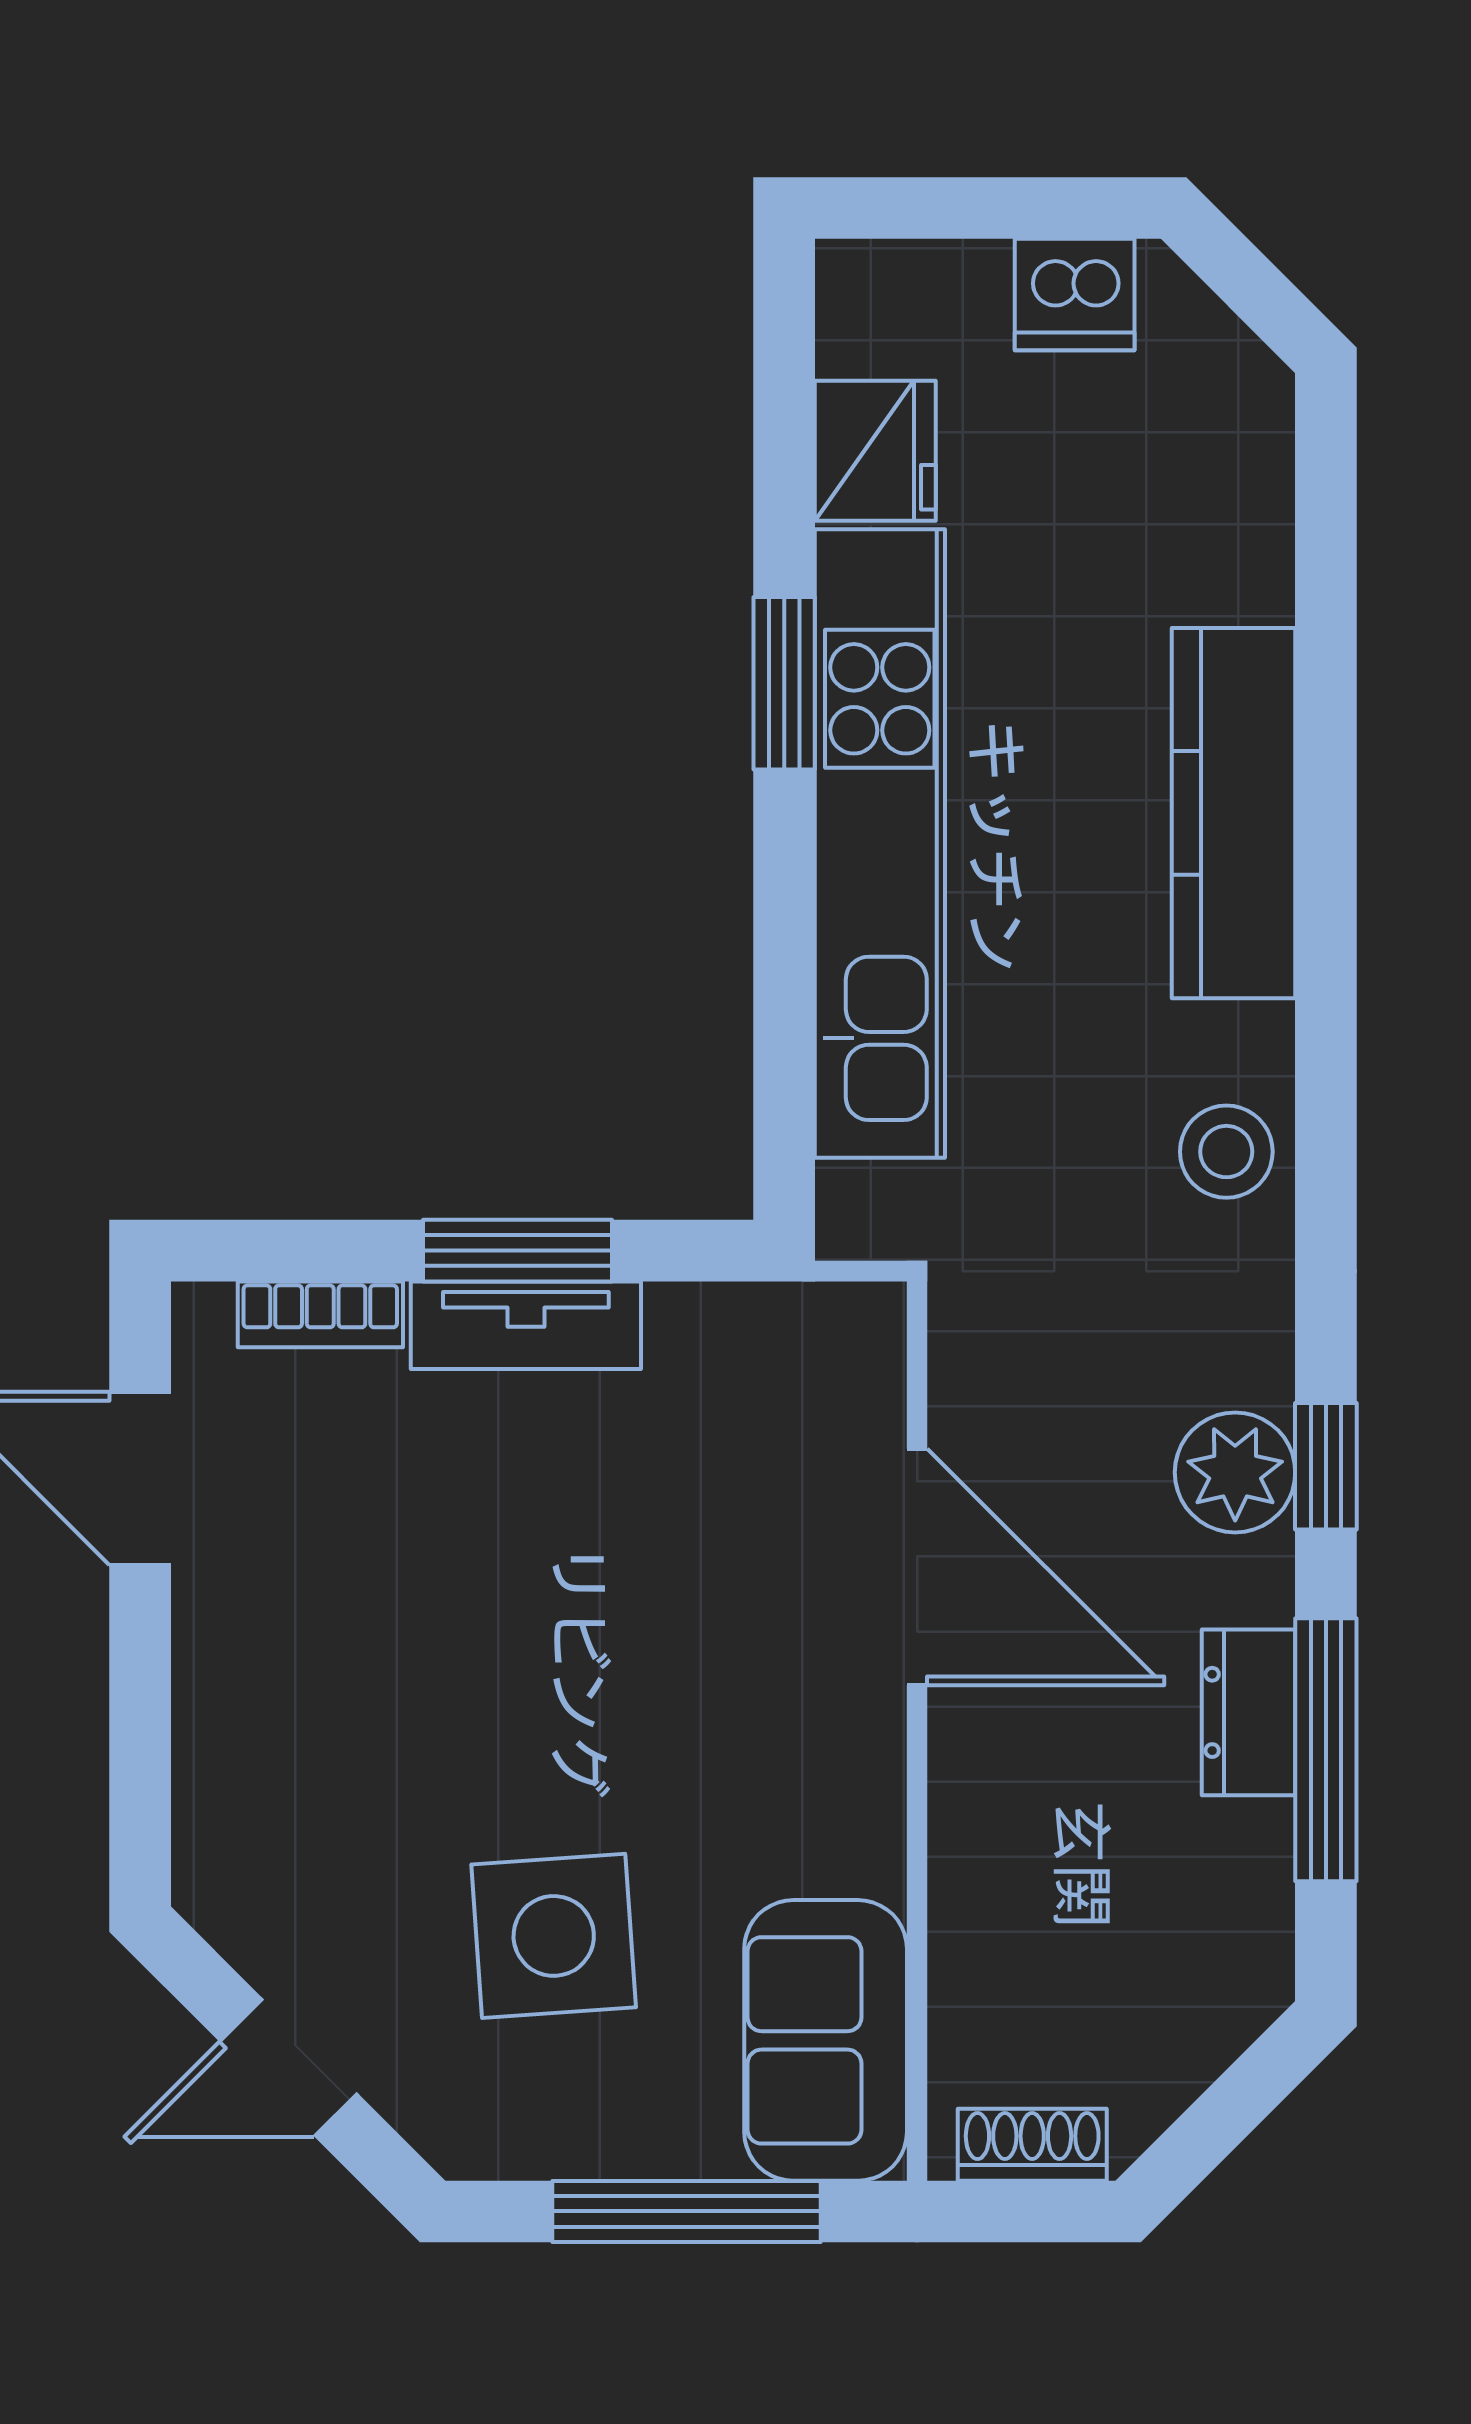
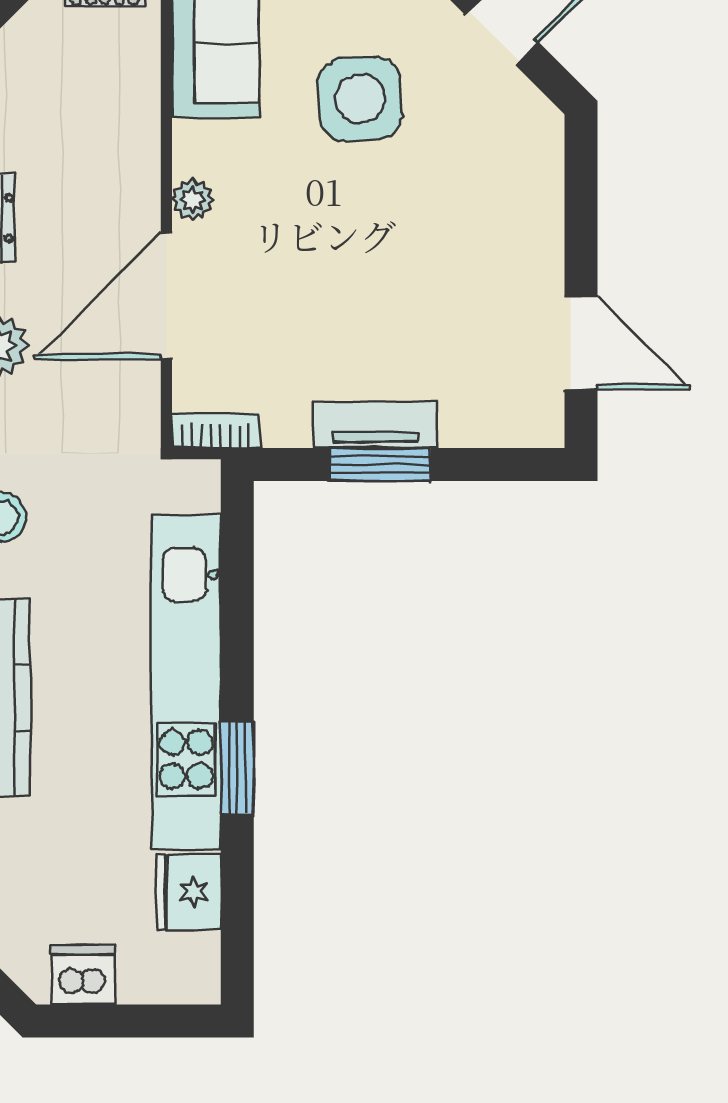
bookcase: (320, 1314) -> (216, 431), moved
door: (917, 1567) -> (166, 296), hinge flipped
plant: (868, 1747) -> (192, 200), added

